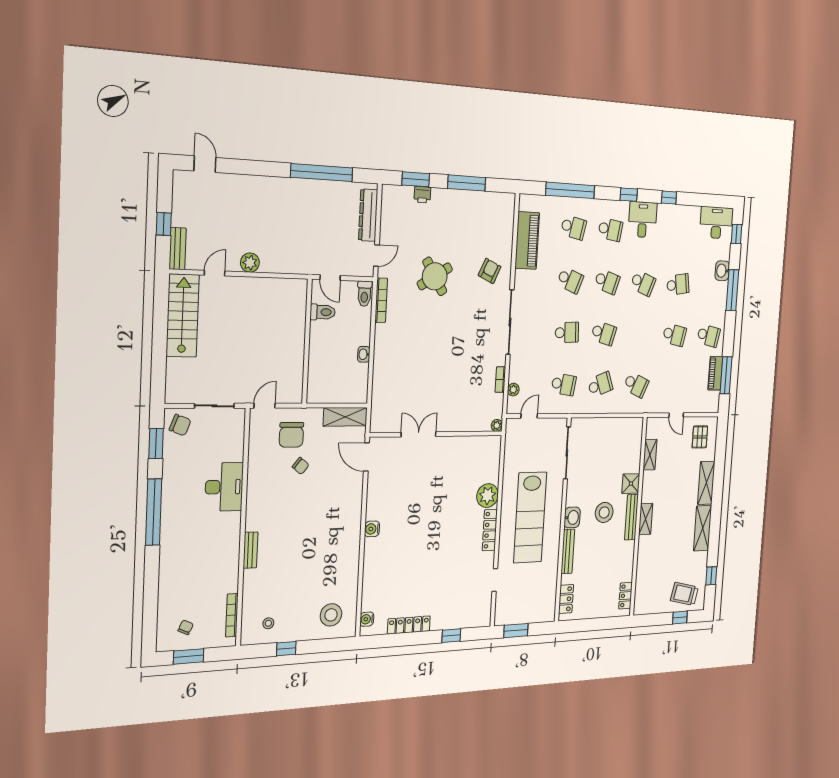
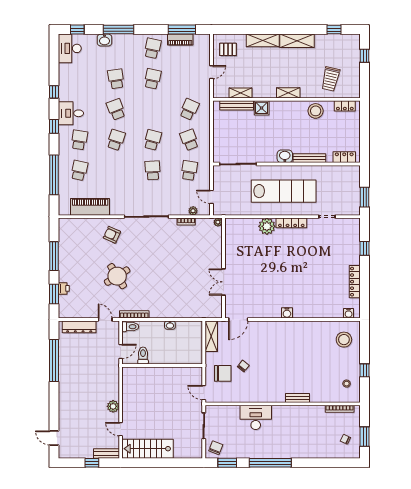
door: (205, 164) -> (54, 438), hinge flipped
school desk: (570, 280) -> (116, 170), removed
school desk: (643, 283) -> (116, 109), turned -42
stool: (604, 512) -> (316, 111), moved
bench: (631, 517) -> (237, 105), moved
trolley: (684, 594) -> (331, 79), moved

